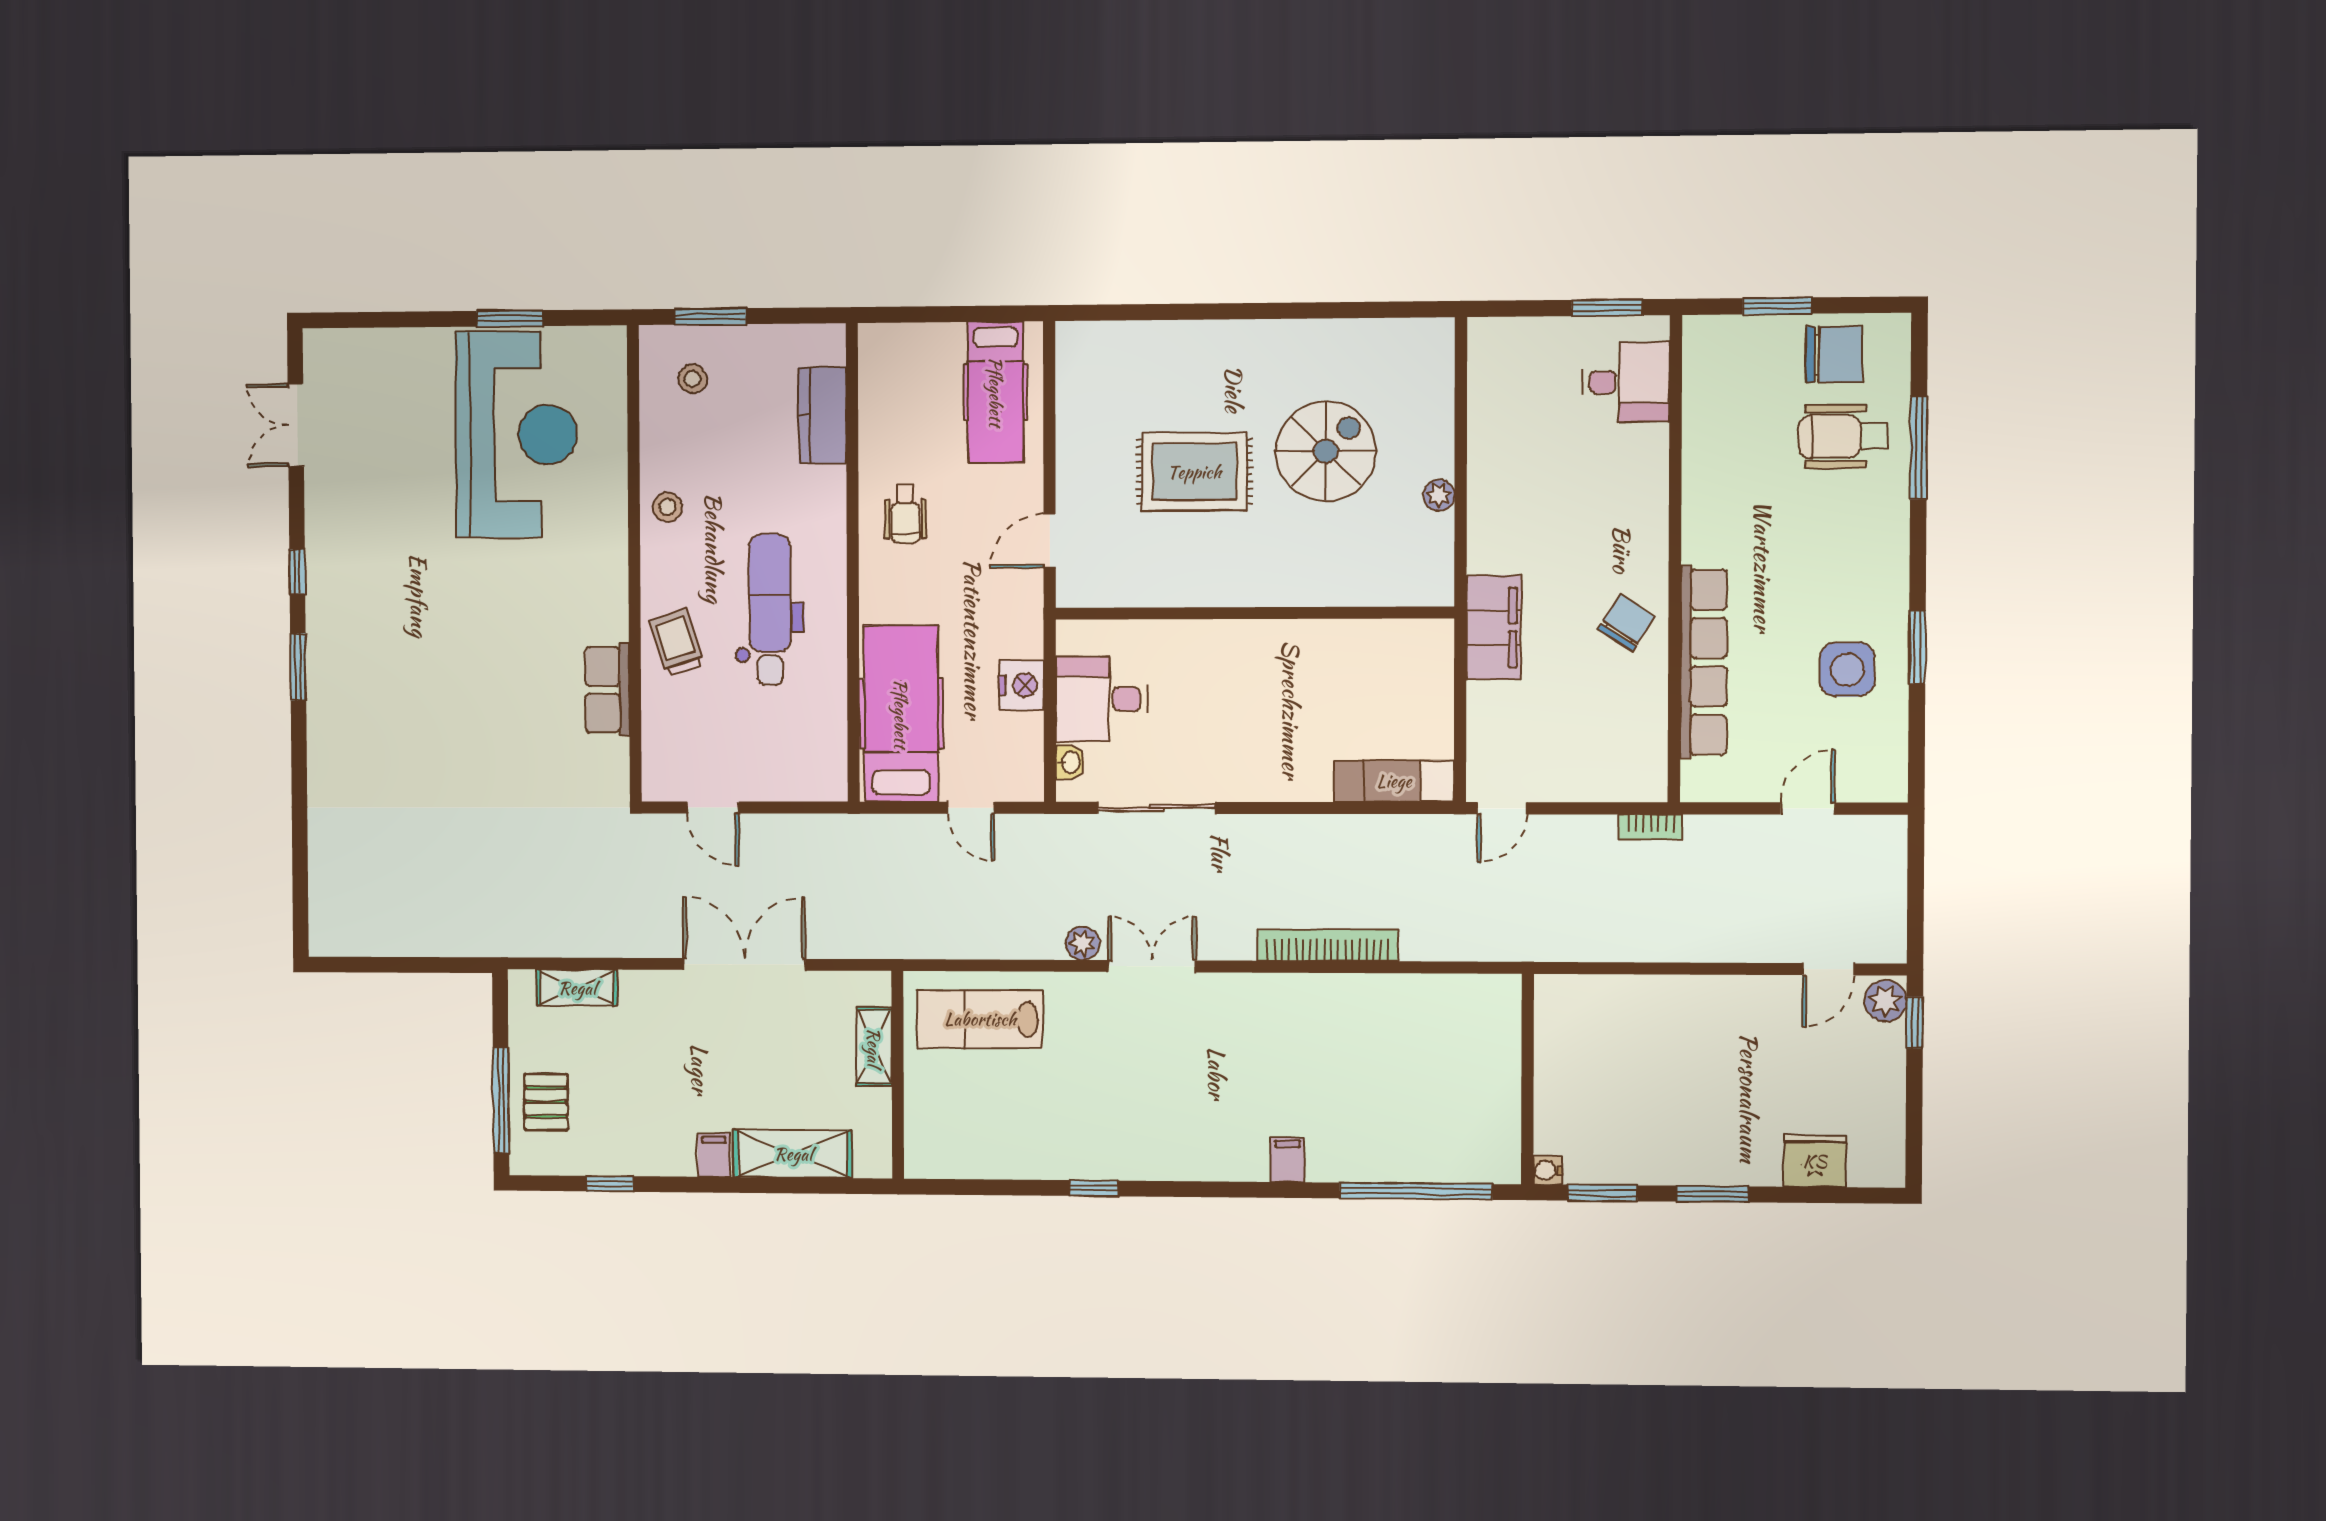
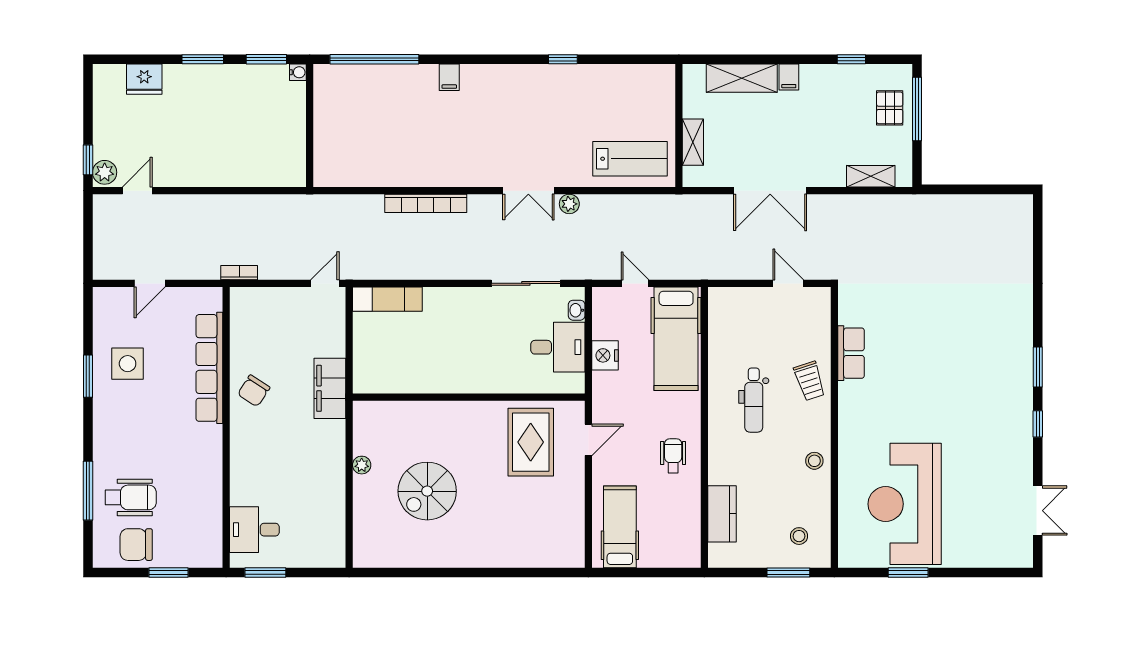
rug: (1194, 472) -> (531, 442), moved, turned 90
dental chair: (770, 610) -> (754, 400), width x0.73, depth x0.72

